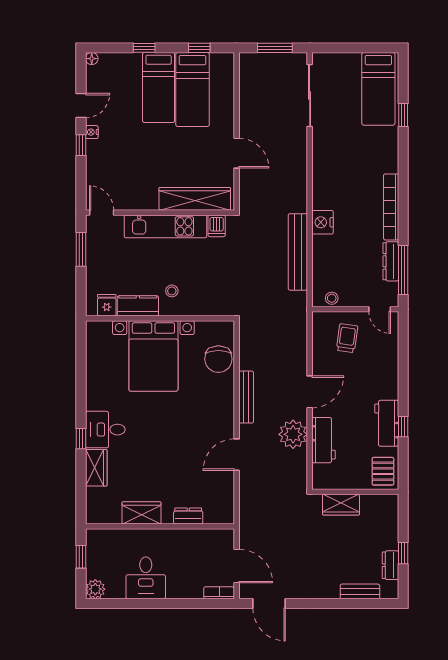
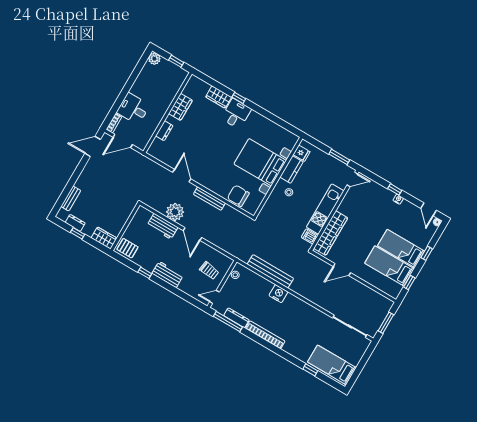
door: (81, 105) -> (429, 209), moved
workbench: (387, 423) -> (168, 274), moved
wardrobe: (341, 505) -> (104, 238), moved, turned 90
desk: (146, 578) -> (133, 109), moved

